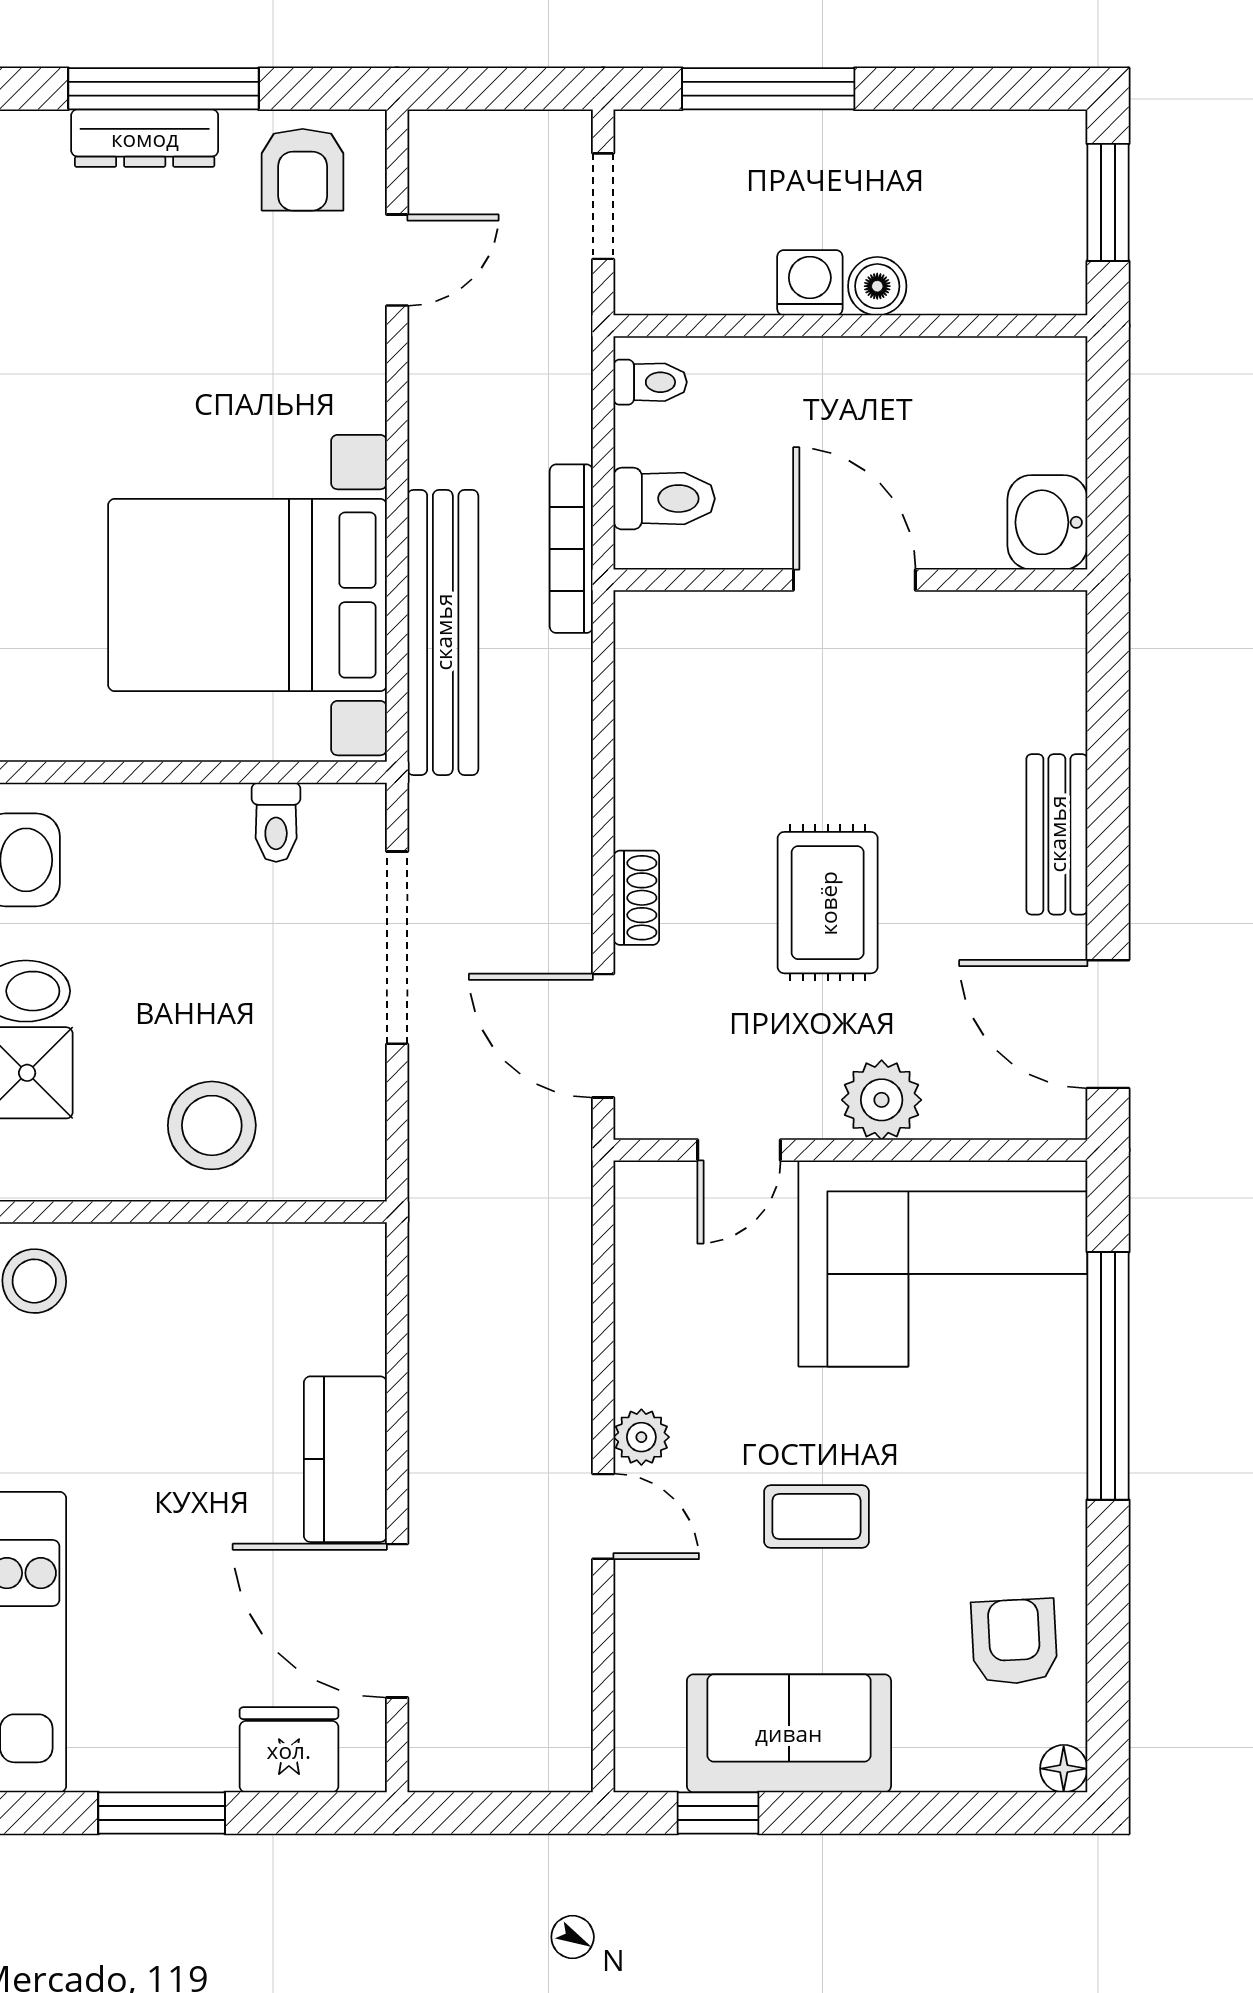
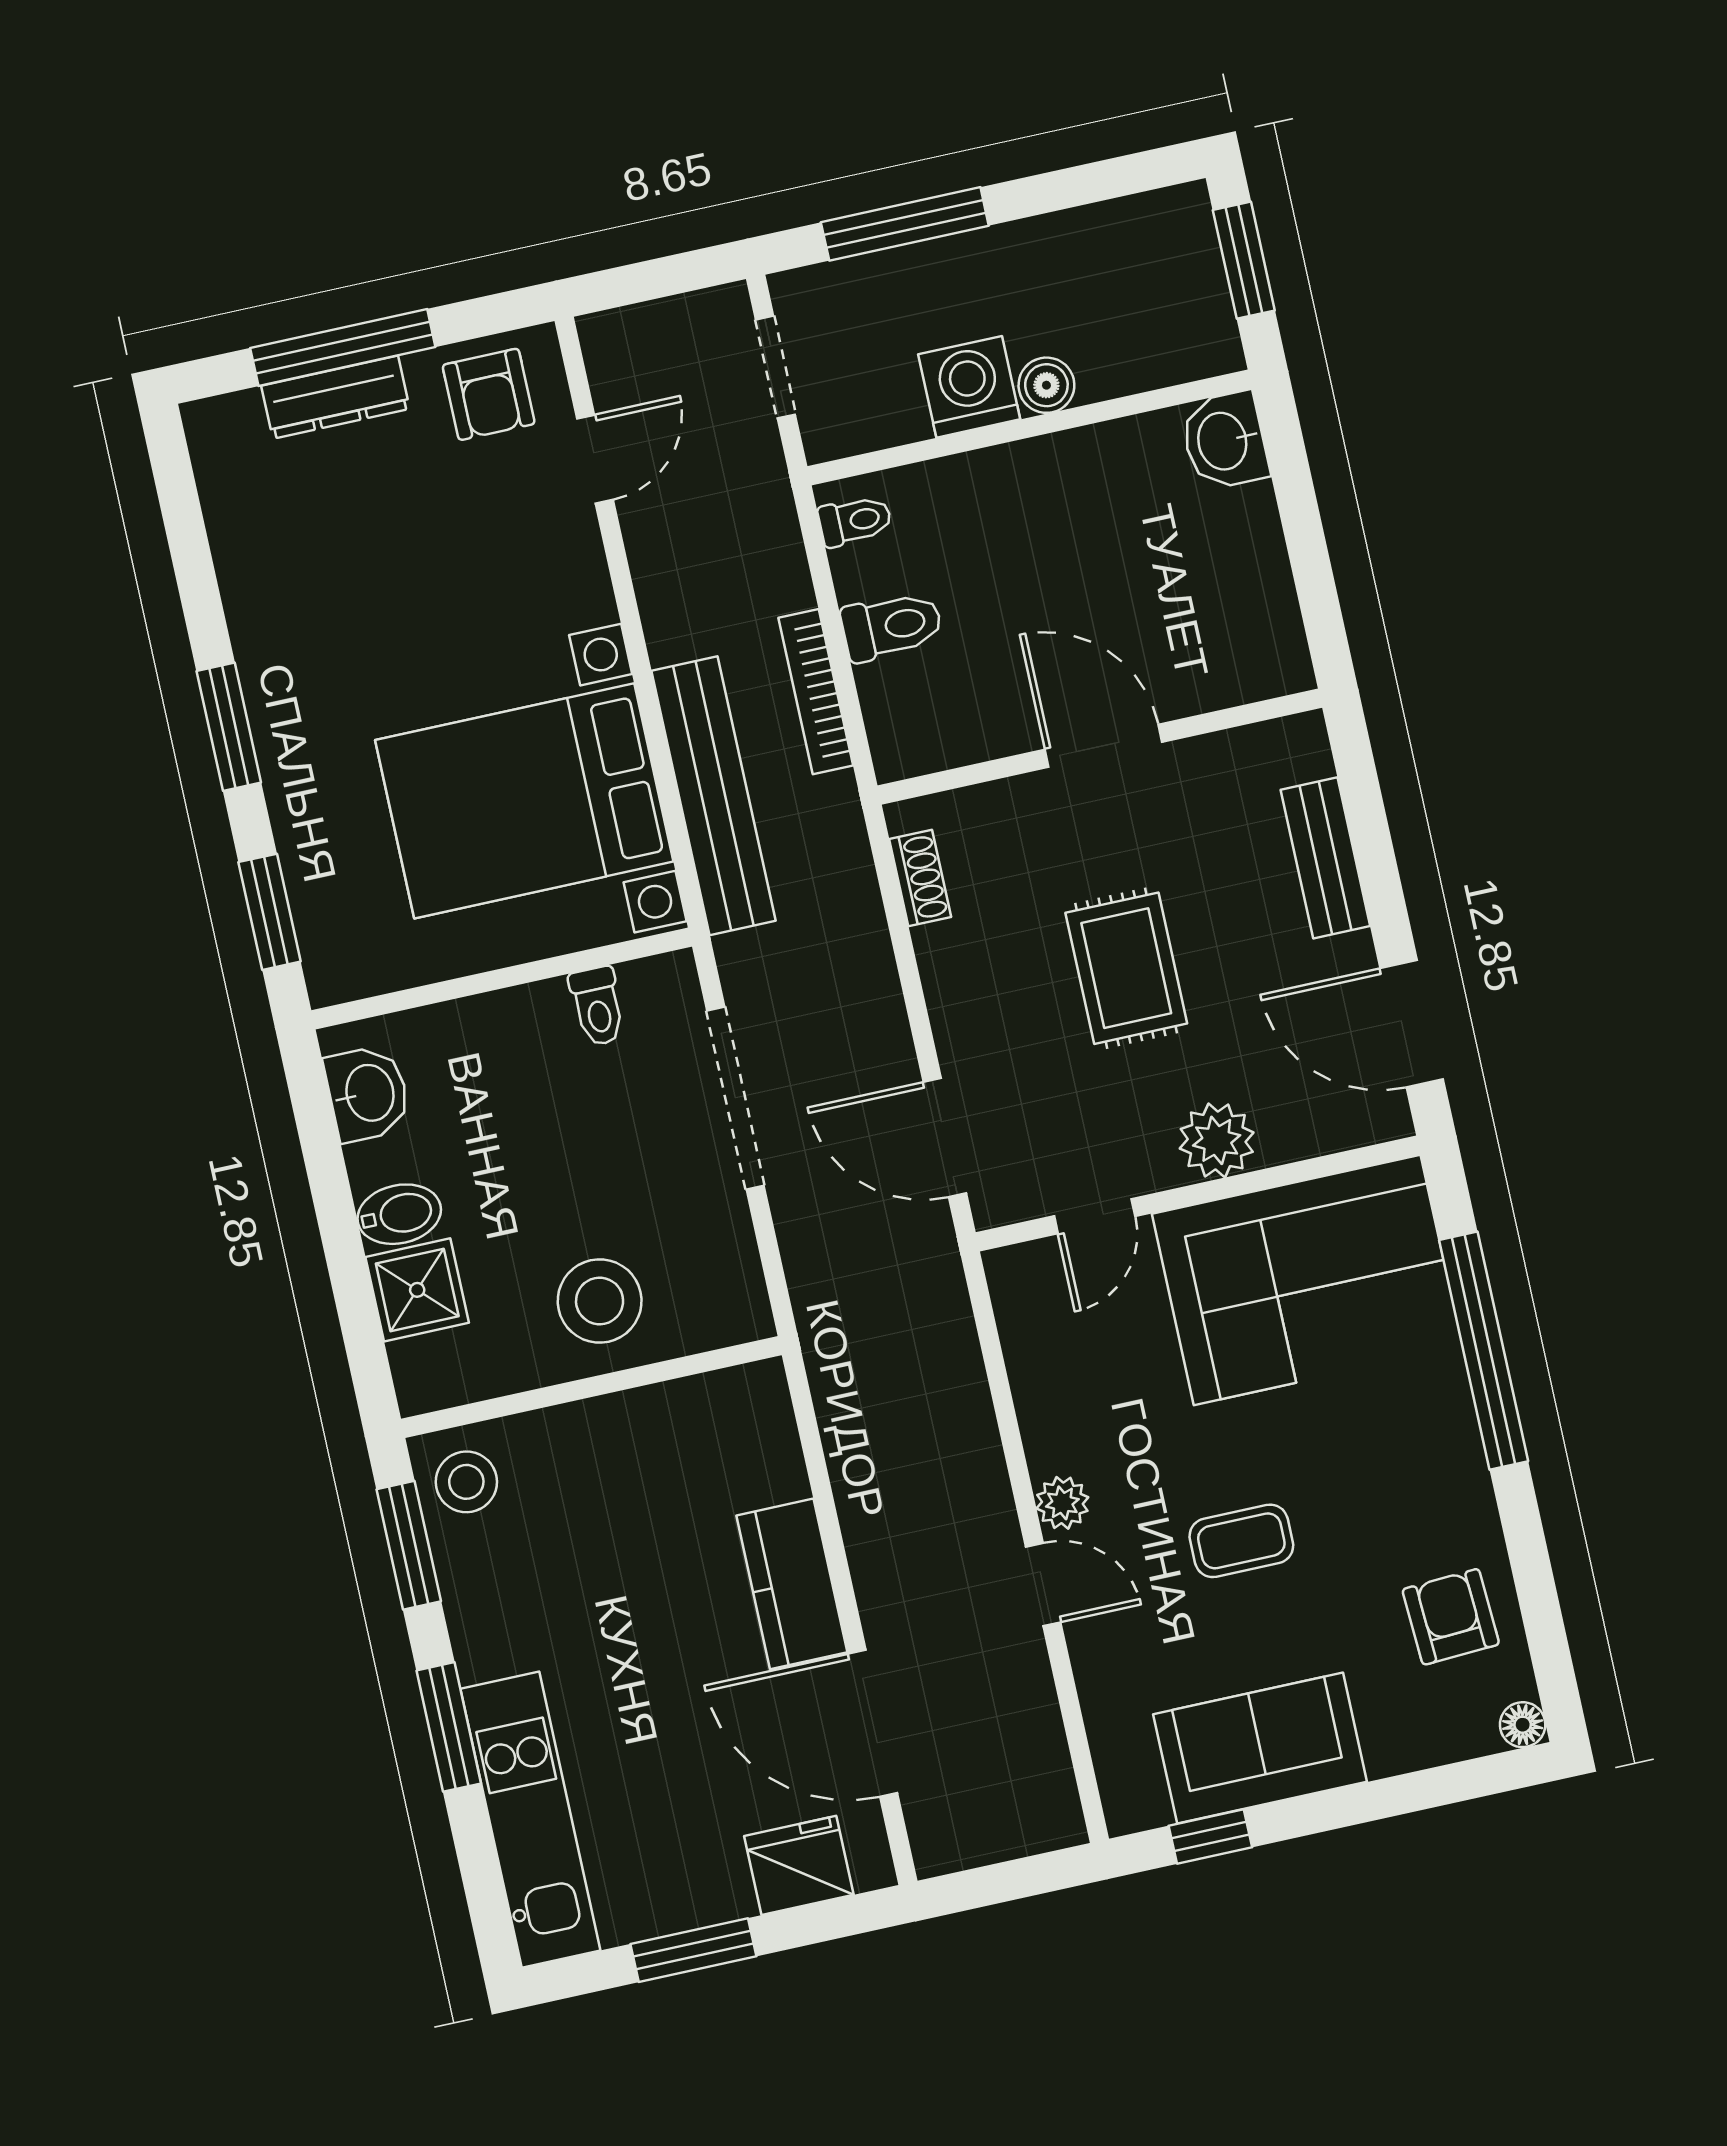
washing machine: (810, 283) -> (969, 387), width x1.38, depth x1.38
washbasin: (1047, 522) -> (1224, 441), moved
wall: (850, 580) -> (1100, 747), moved
door: (854, 580) -> (1103, 746), moved
shoe rack: (636, 898) -> (920, 878), moved

